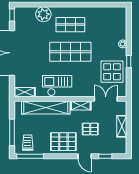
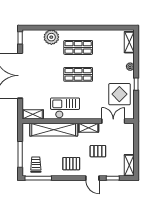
shelving: (122, 19) -> (129, 42), added
shop shelf: (70, 52) -> (78, 74), width x0.70, depth x0.74
shelving: (122, 126) -> (129, 165), moved
pallet: (63, 142) -> (71, 164), width x0.67, depth x0.71

